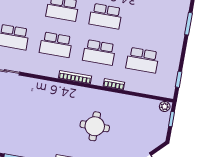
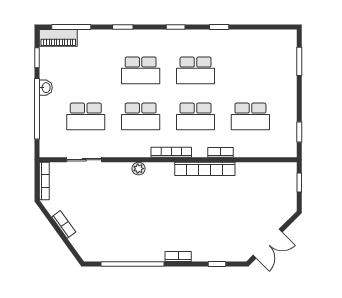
bookcase: (99, 95) -> (205, 169), added
plant: (165, 106) -> (138, 169), moved
round table: (95, 126) -> (206, 208), removed

